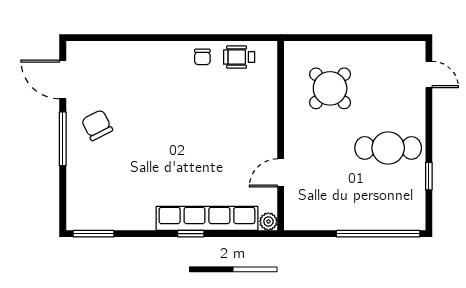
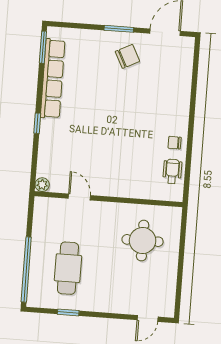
round table: (330, 88) -> (143, 241), turned 45
window: (63, 139) -> (119, 29), width x0.69
cafe table: (388, 148) -> (68, 268), moved
row of seats: (207, 218) -> (53, 79), moved

